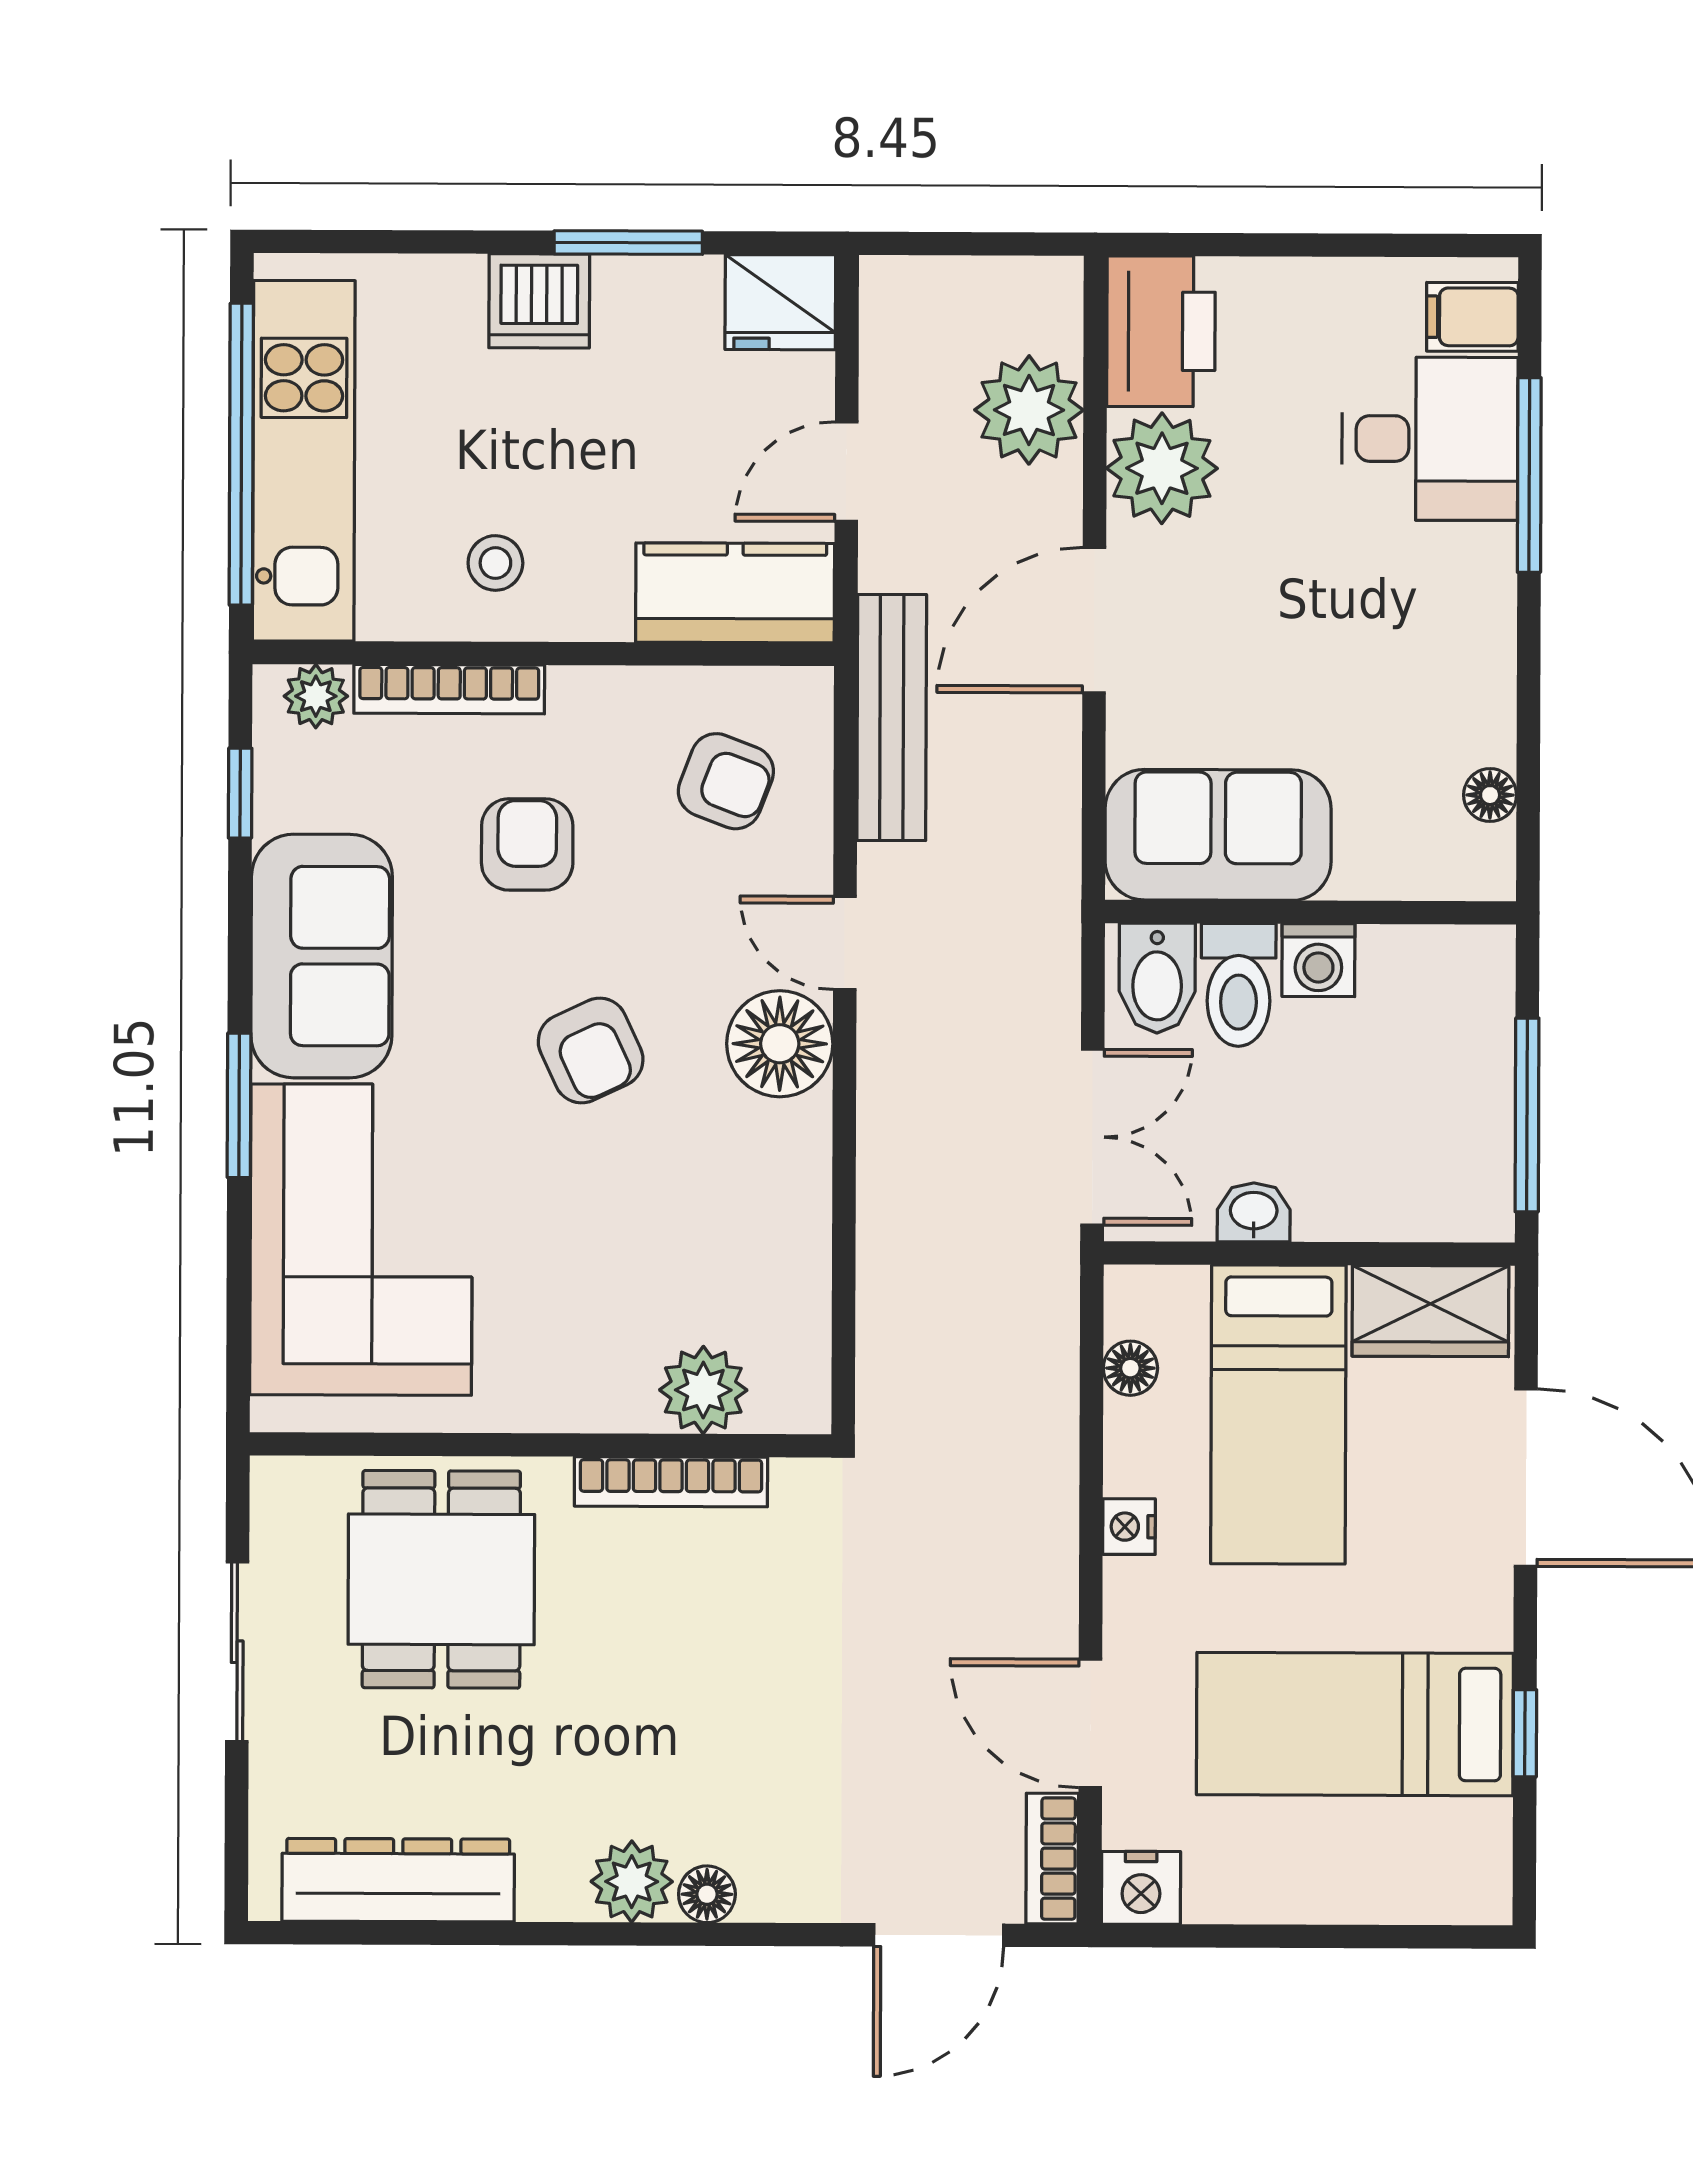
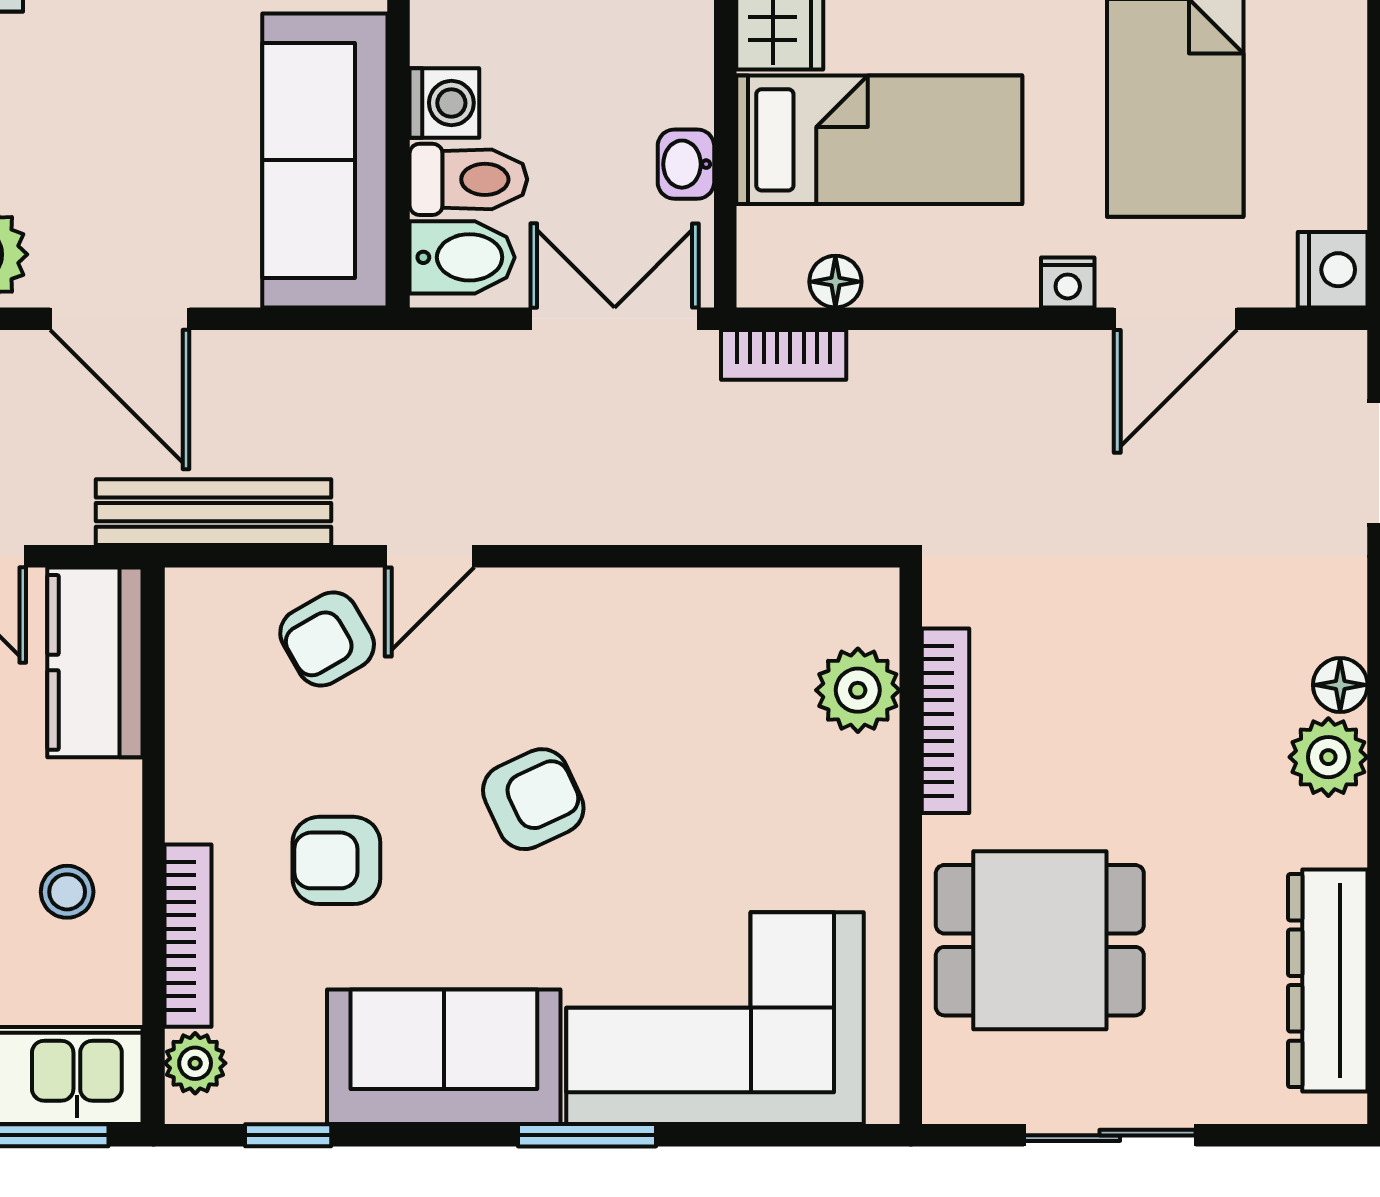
armchair: (726, 781) -> (327, 639), moved, turned -141
sofa: (1218, 835) -> (325, 160), width x1.36
floor lamp: (780, 1044) -> (526, 618), removed
nightstand: (1129, 1527) -> (1068, 282), moved
bookcase: (1052, 1859) -> (784, 355), moved

